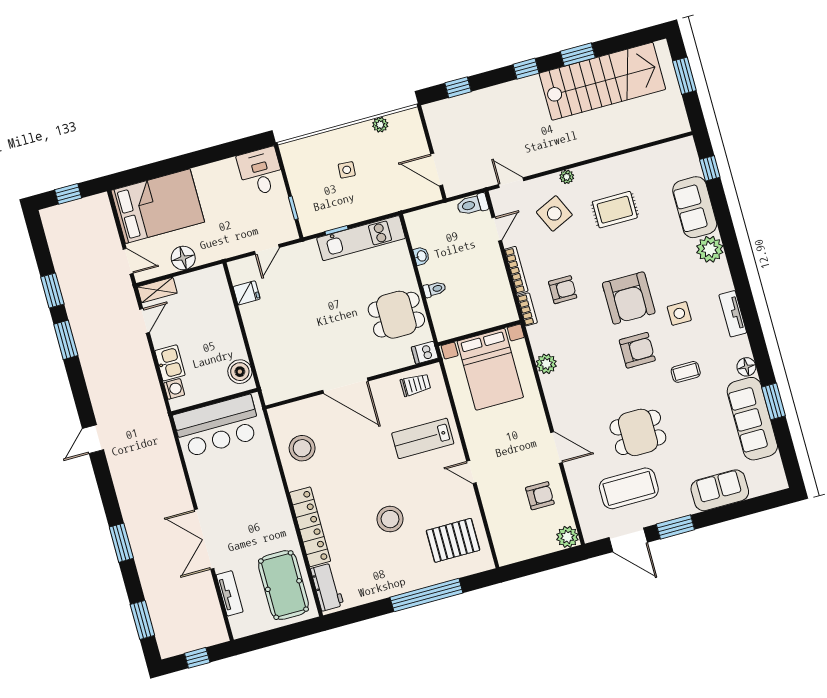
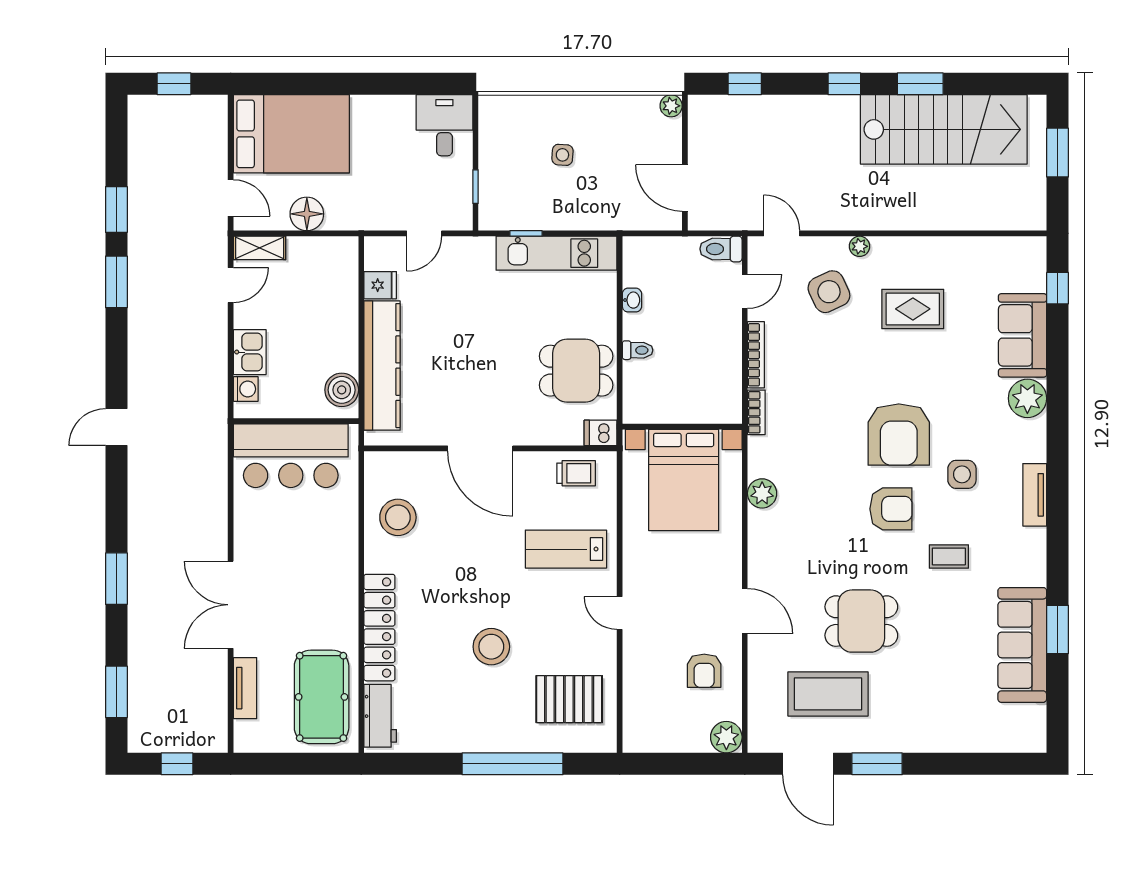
plant: (380, 125) -> (671, 106), moved
armchair: (563, 290) -> (812, 399), removed
kitchen counter: (263, 347) -> (382, 366), added
floor lamp: (746, 367) -> (1033, 572), removed
sofa: (720, 490) -> (951, 730), removed
armchair: (540, 496) -> (704, 671), turned 90

